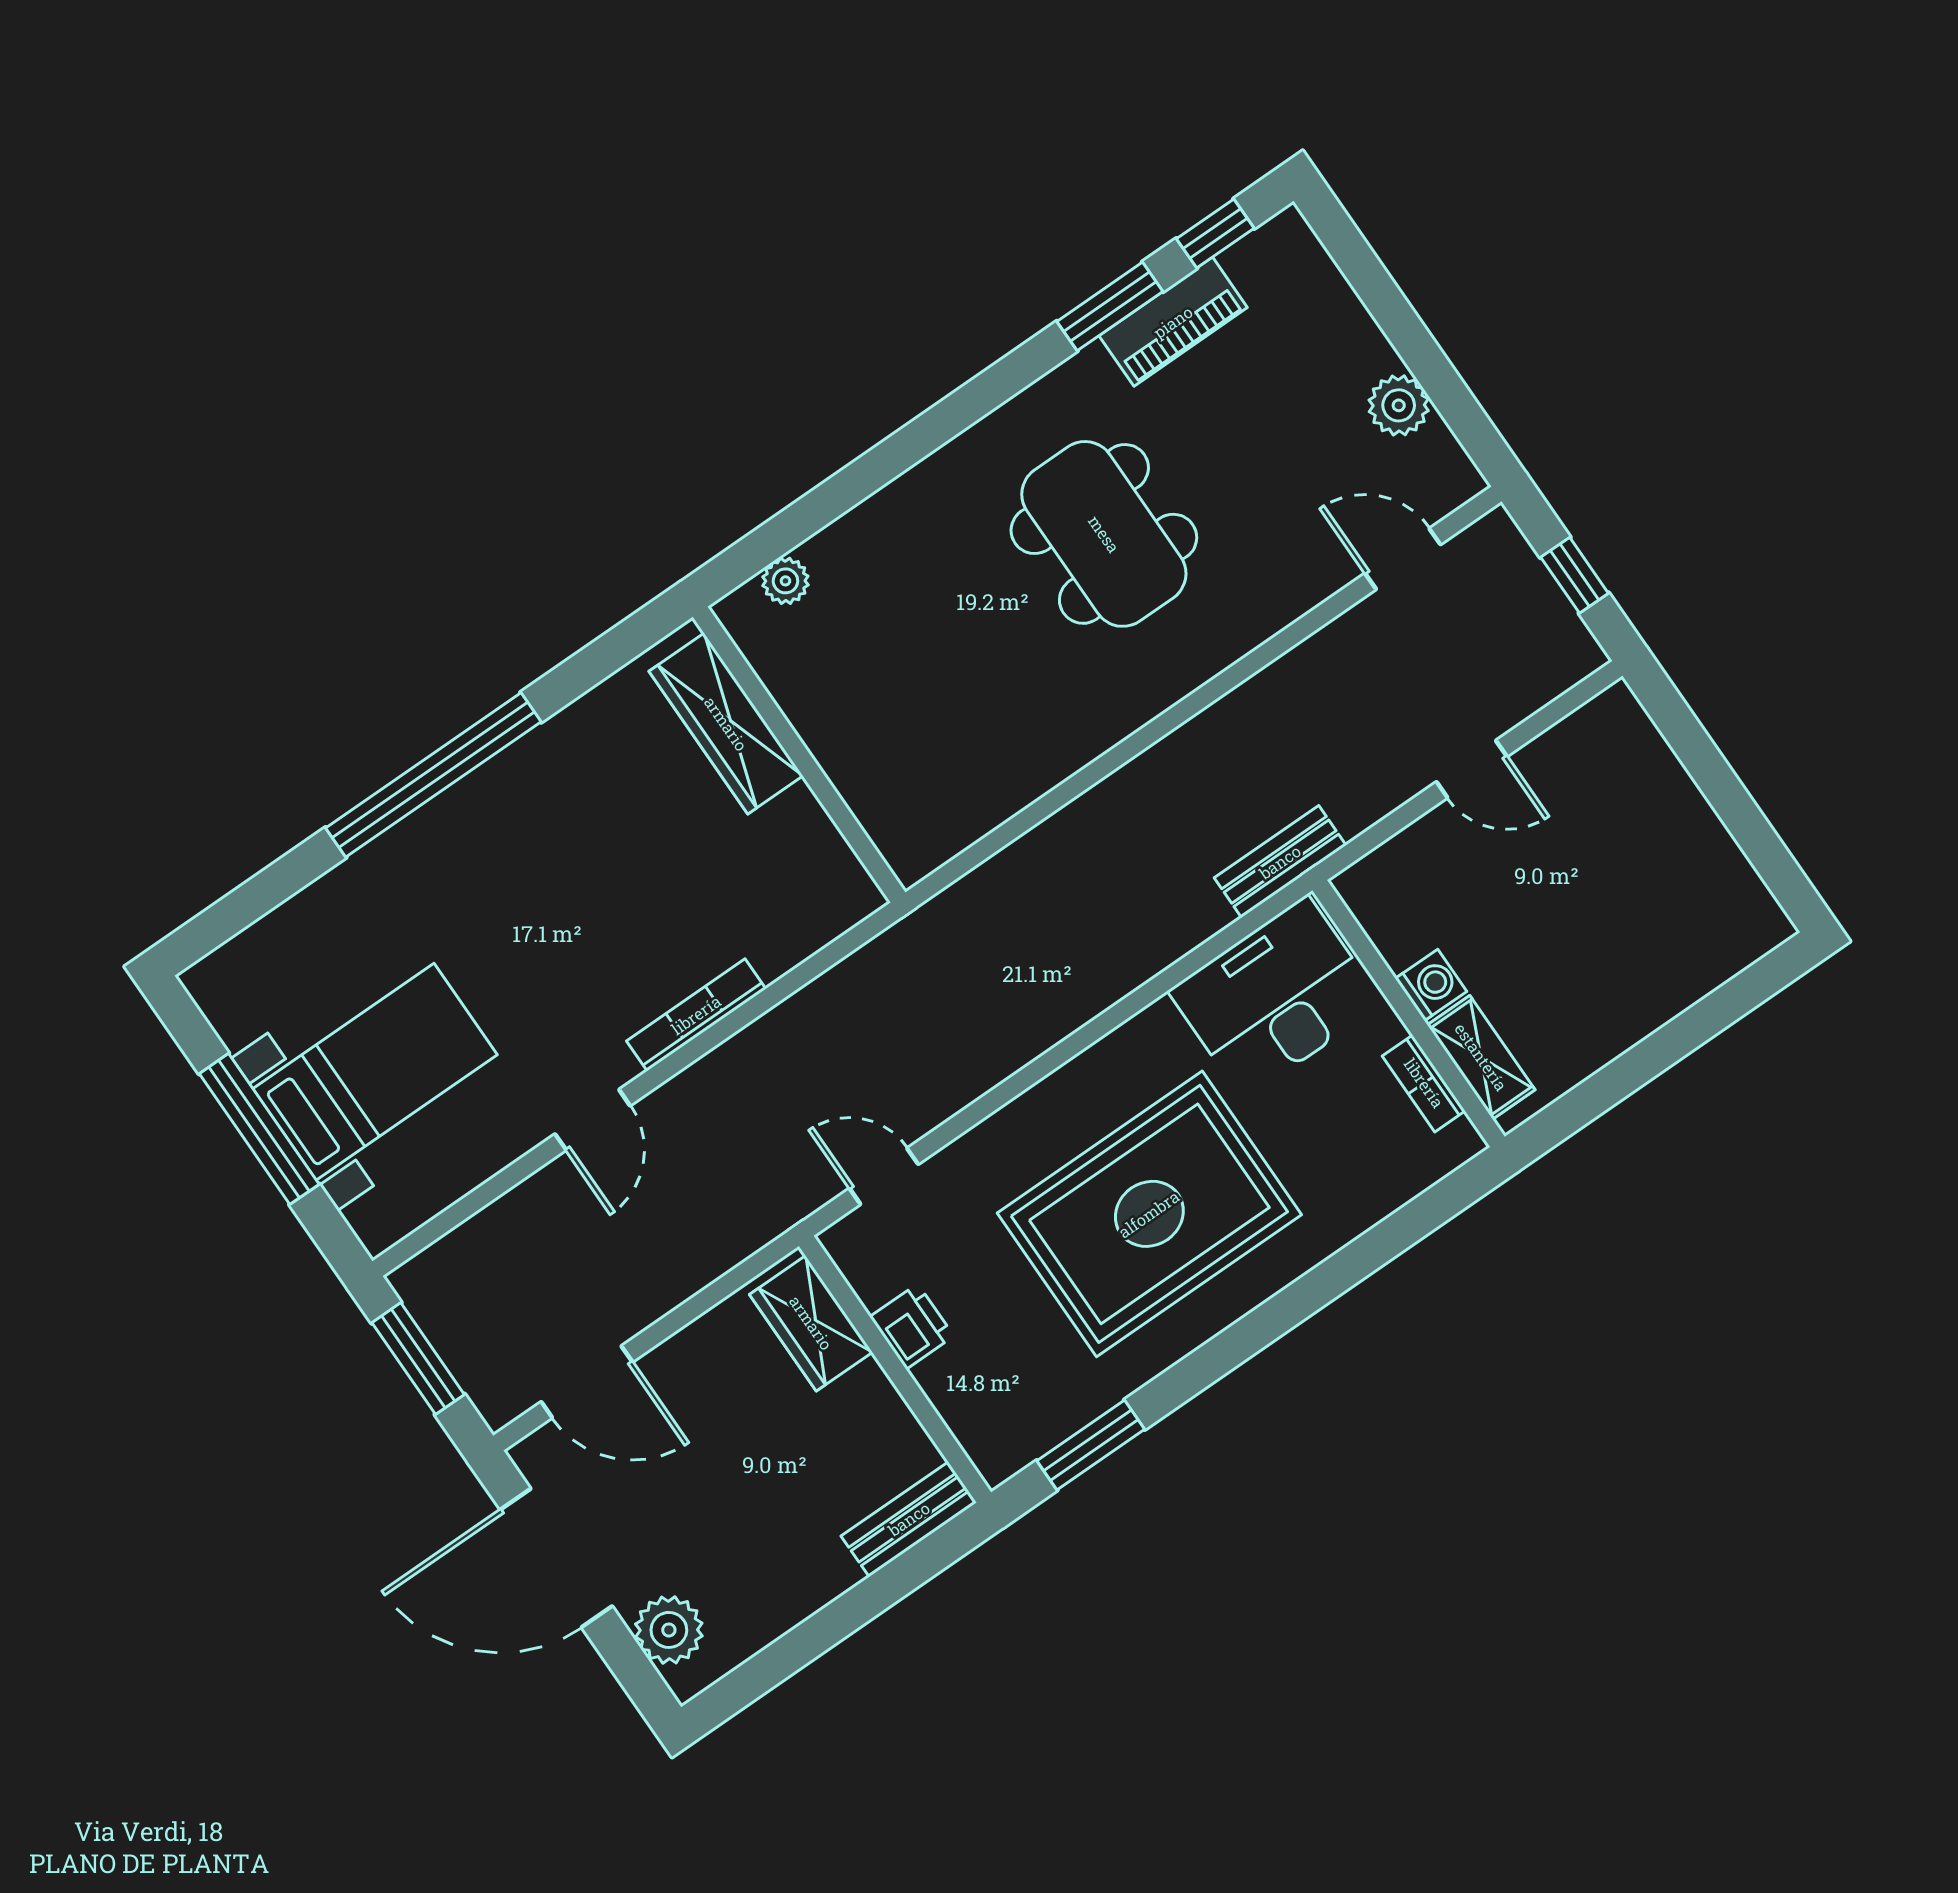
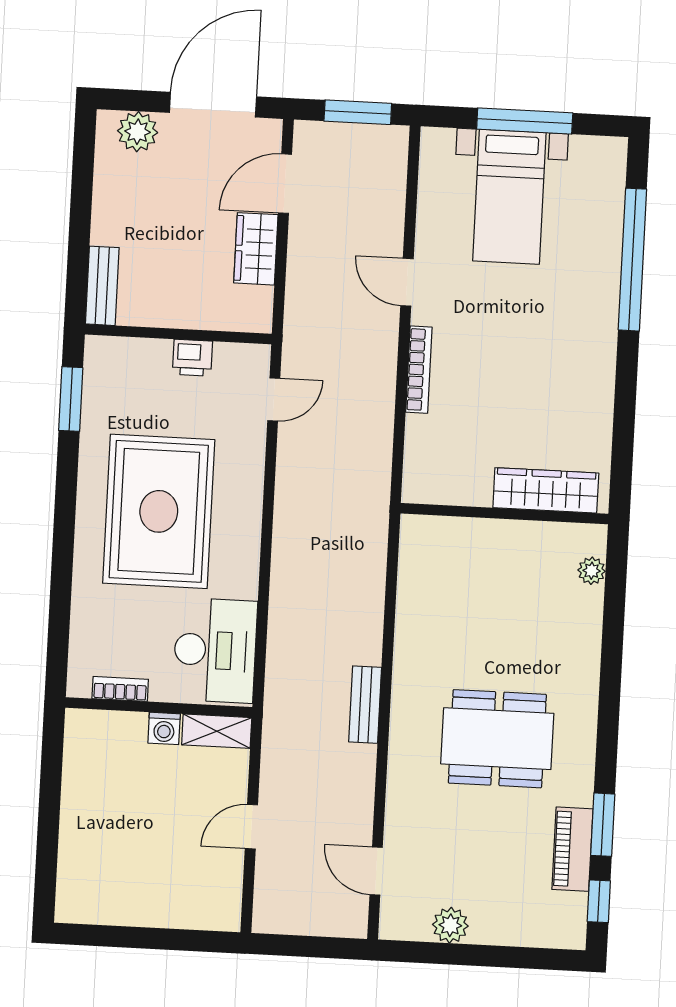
door: (1403, 559) -> (376, 871), swing flipped
window: (1575, 575) -> (306, 946), removed
window: (433, 775) -> (632, 260), moved
bench: (1280, 862) -> (365, 705), moved
shelving: (1481, 1057) -> (217, 731), moved
wardrobe: (811, 1323) -> (256, 249), moved, turned -90

